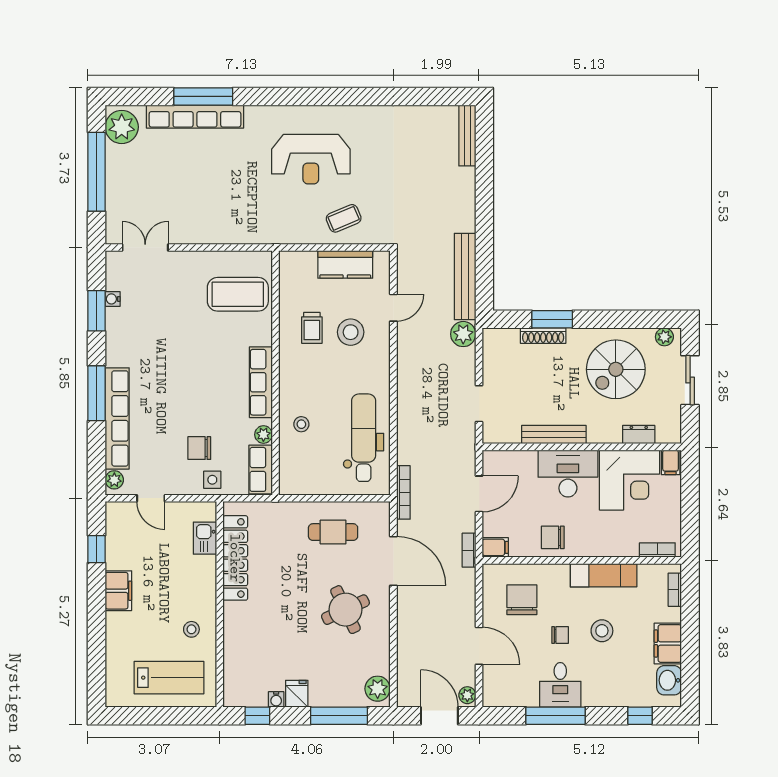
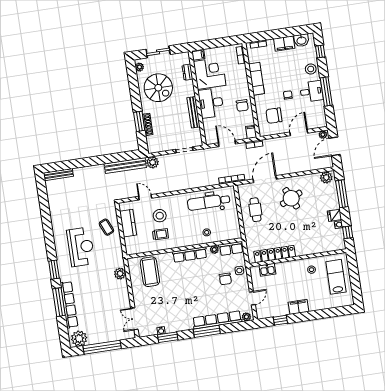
window: (272, 96) -> (54, 270), added
plant: (243, 232) -> (120, 274), added
stool: (602, 631) -> (311, 69), moved

